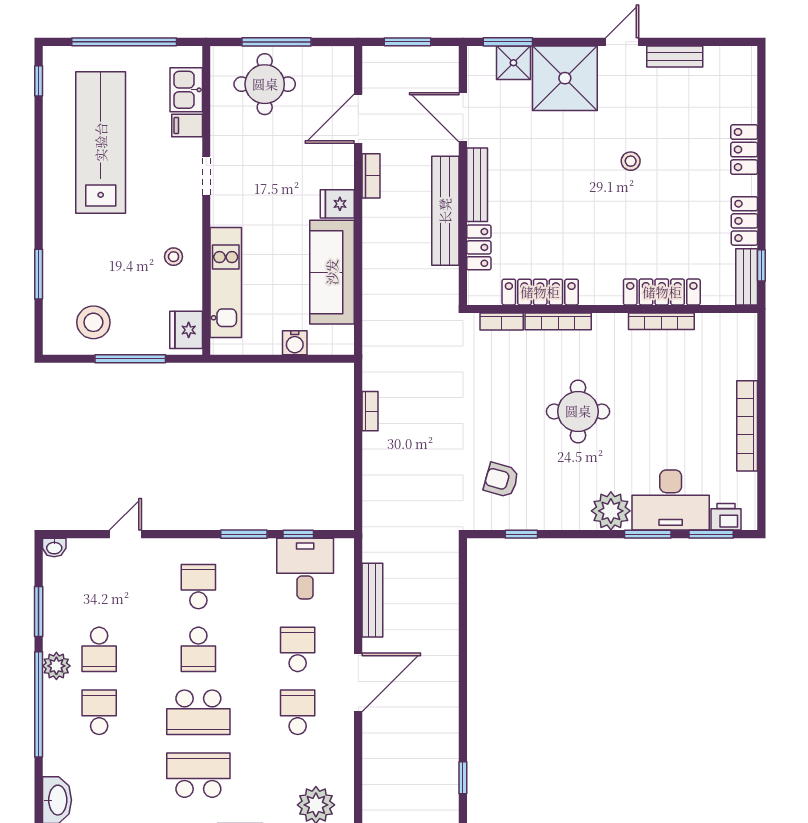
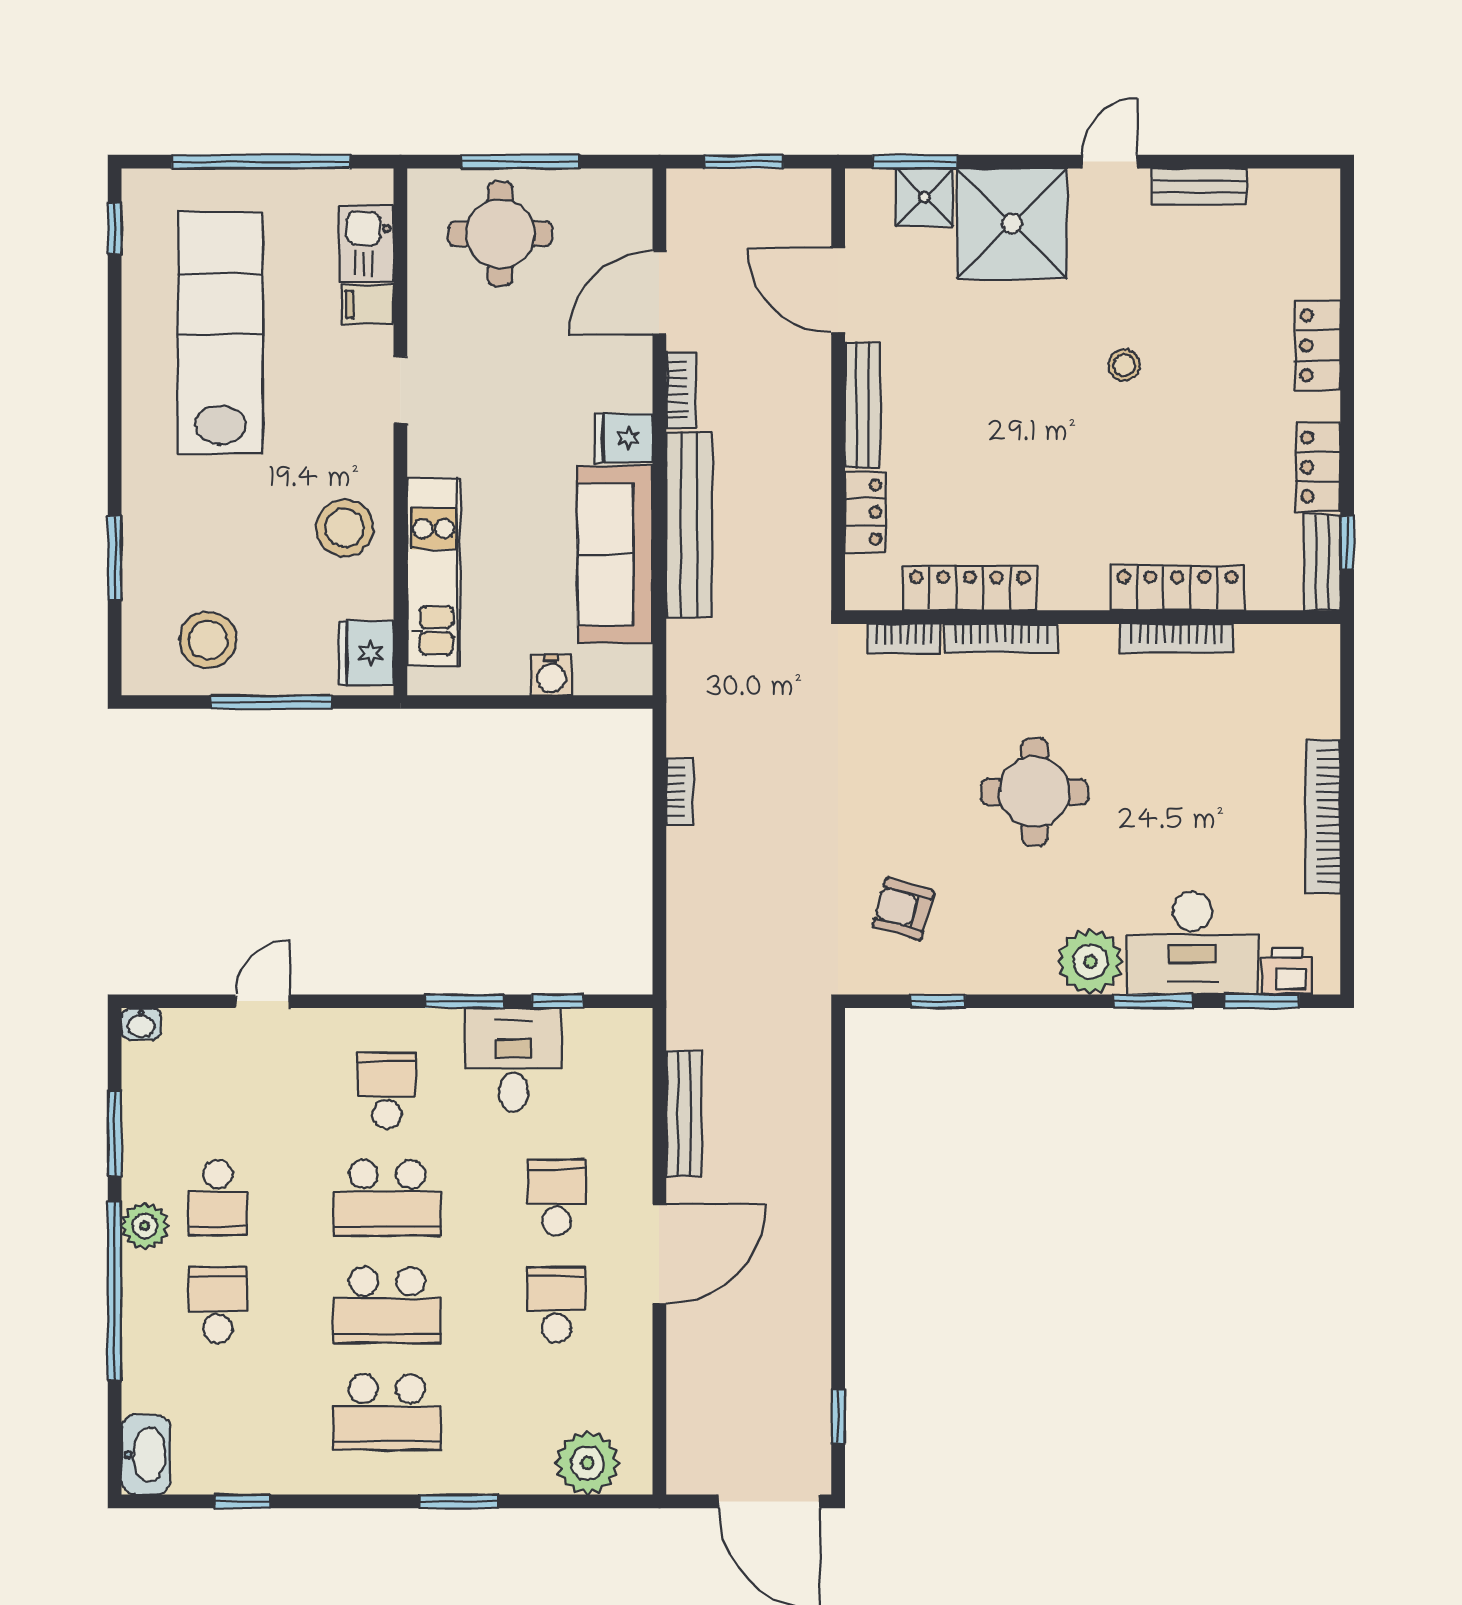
bench: (445, 211) -> (689, 525), moved
stool: (174, 257) -> (345, 528), width x1.89, depth x1.89
desk: (305, 569) -> (513, 1060), moved
school desk: (198, 649) -> (387, 1198), width x1.85
school desk: (198, 775) -> (387, 1412), turned 180

